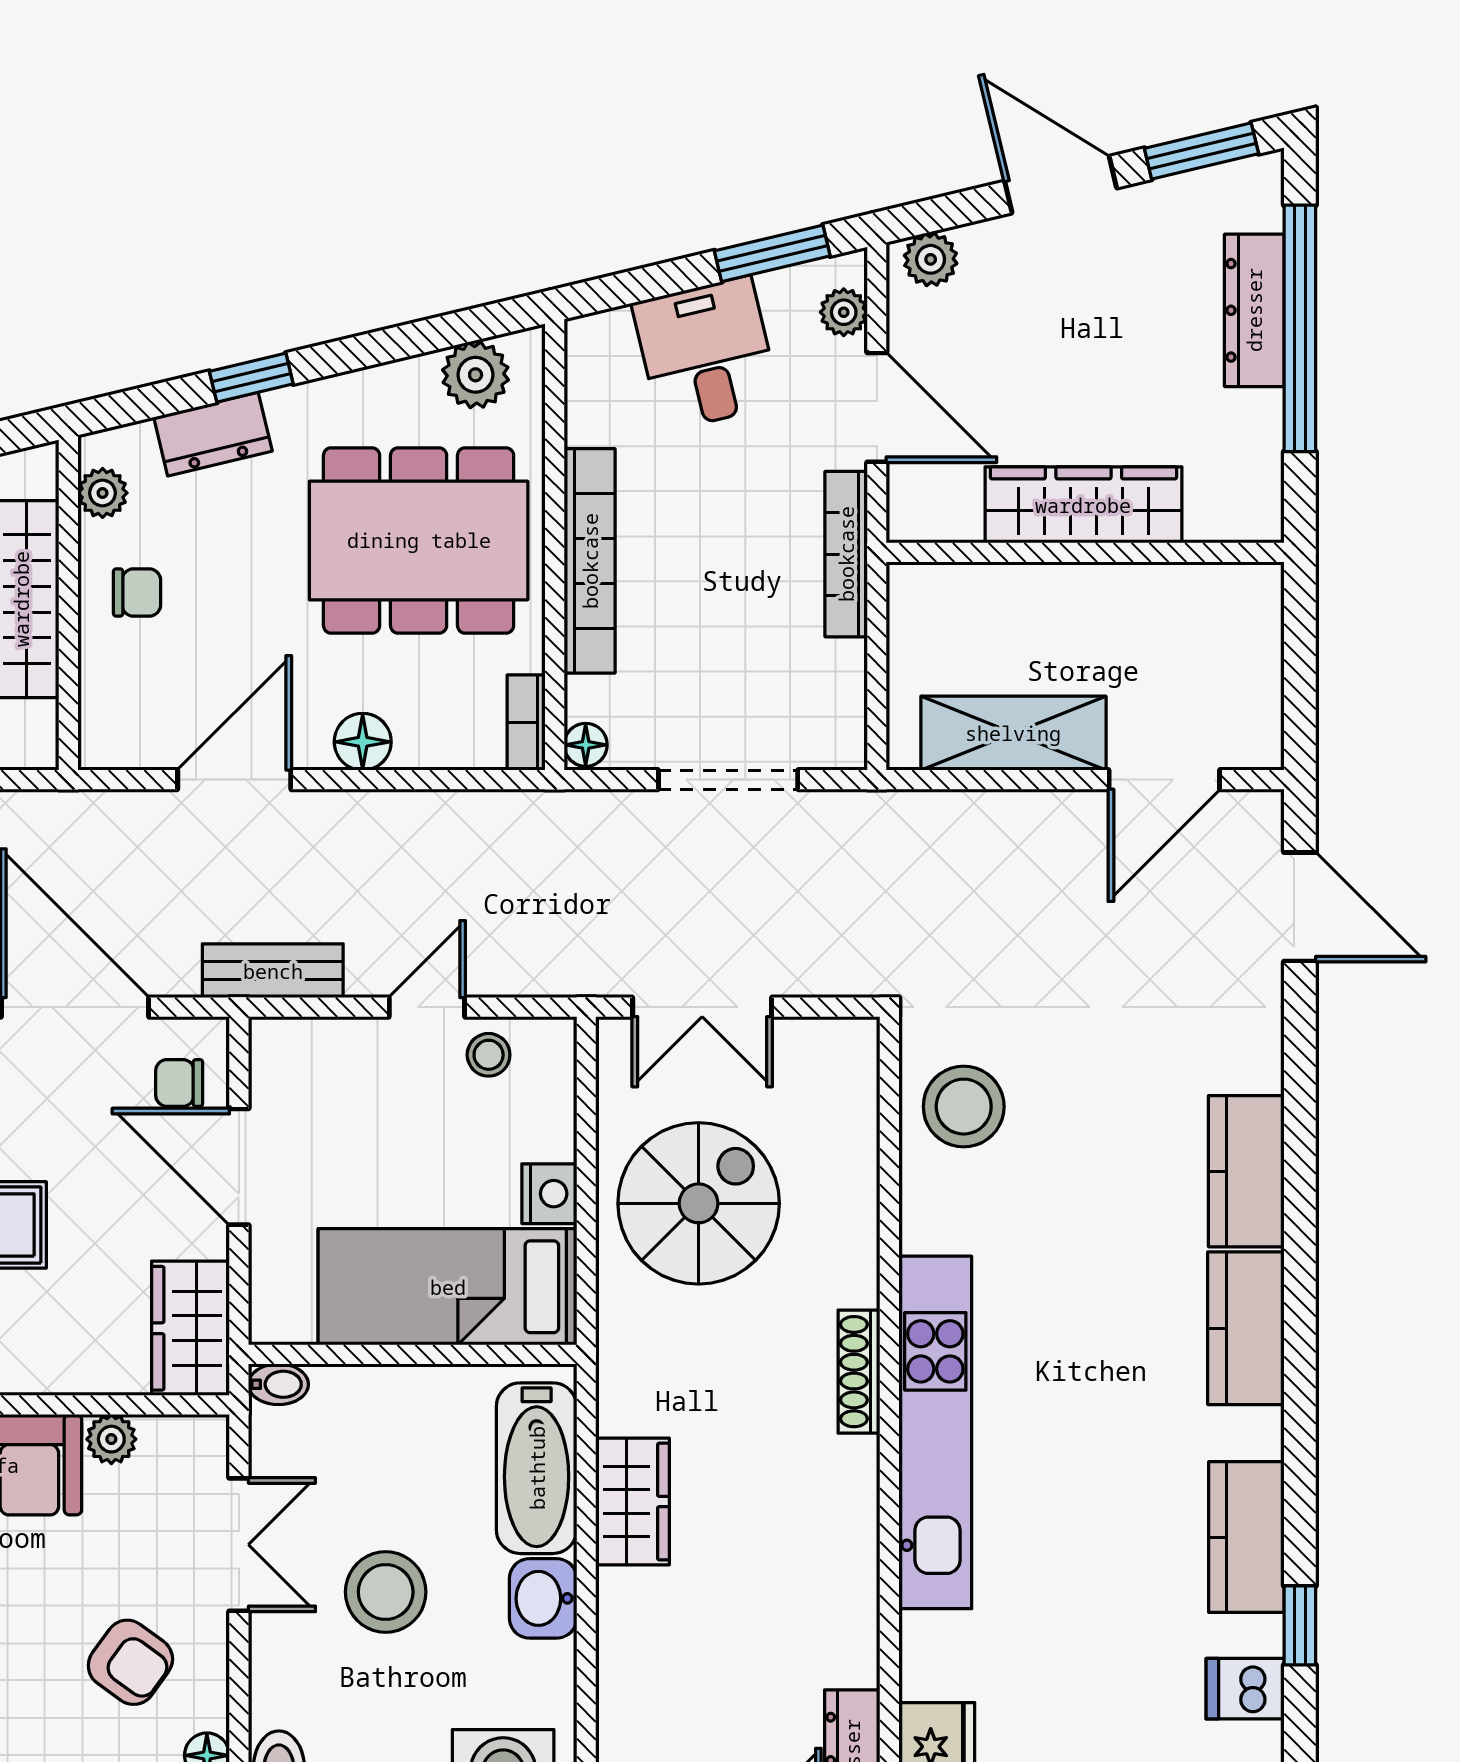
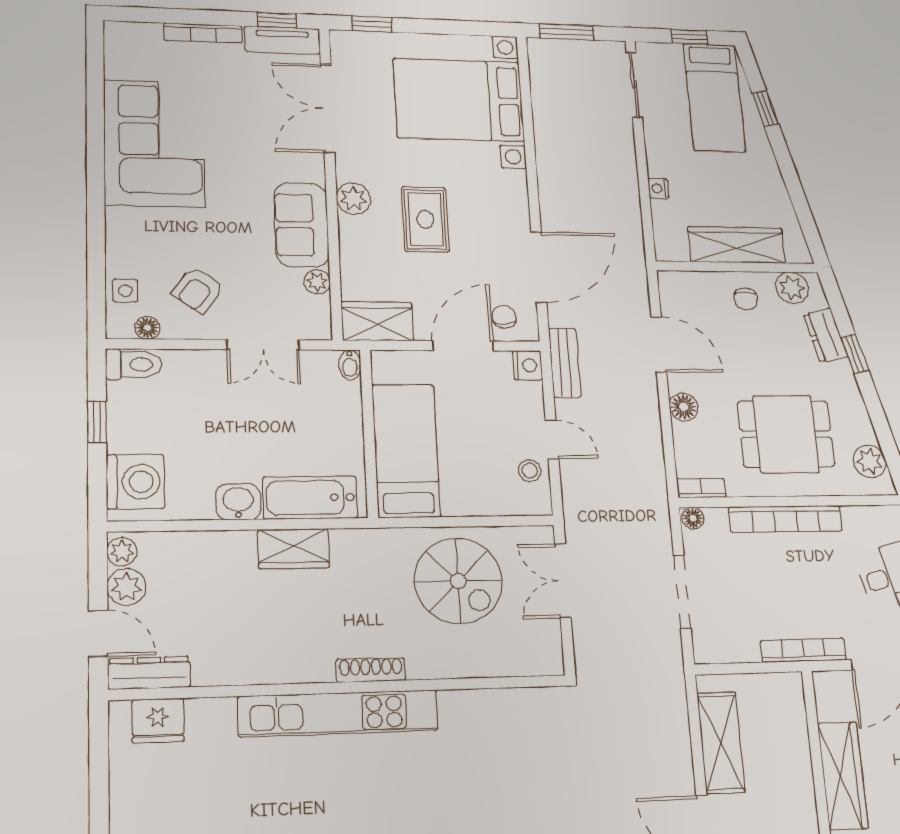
plant: (103, 493) -> (792, 288), width x1.38, depth x1.38
dining table: (419, 540) -> (786, 434), width x0.73
stool: (964, 1107) -> (520, 723), removed
nightstand: (549, 1194) -> (528, 365), moved, turned -90
stool: (386, 1592) -> (239, 419), removed

